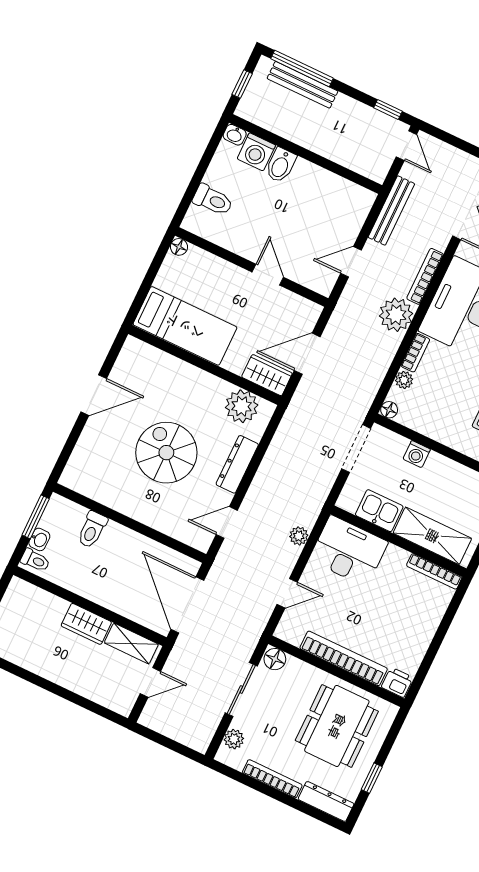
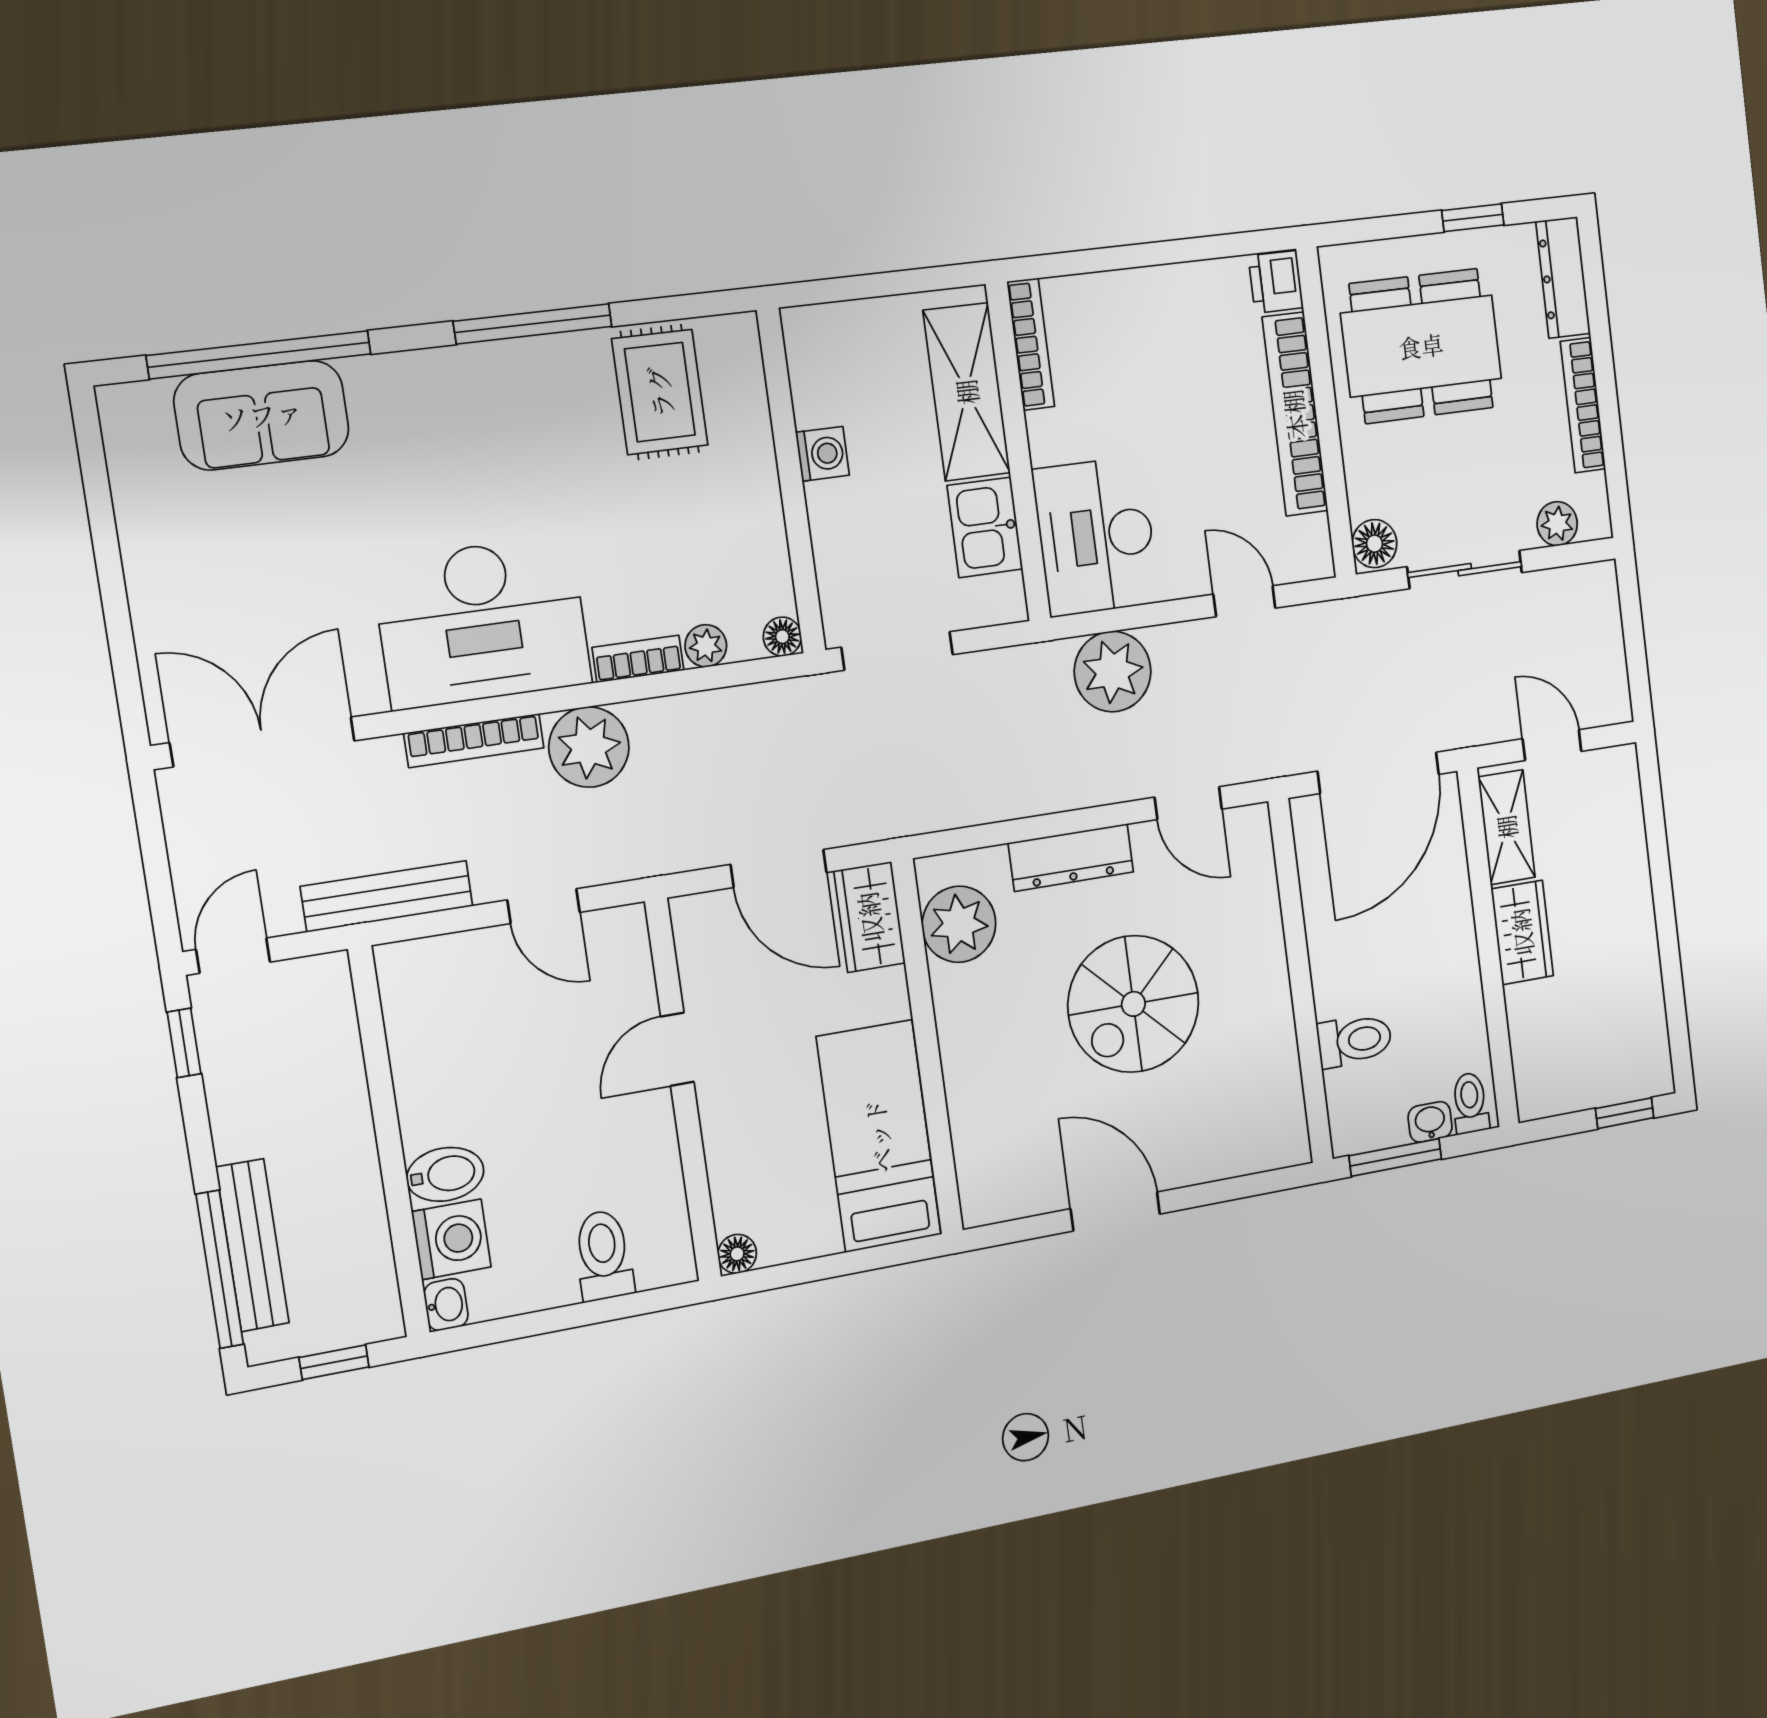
washing machine: (417, 454) -> (823, 454), moved
plant: (299, 536) -> (1113, 672), width x1.88, depth x1.88

